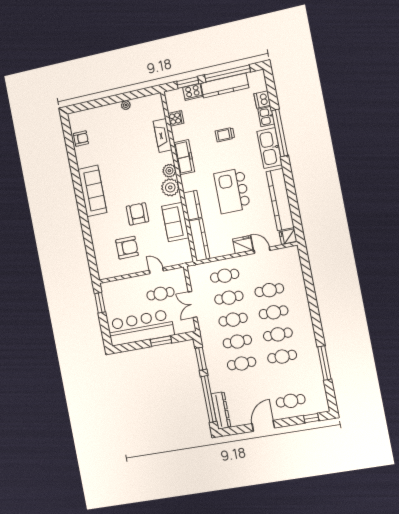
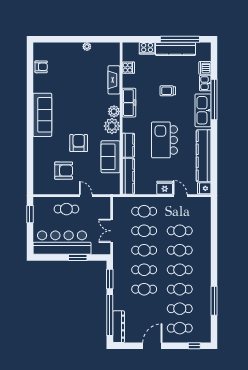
window: (188, 83) -> (144, 39), removed
cafe table: (161, 294) -> (66, 209), moved
cafe table: (286, 379) -> (180, 309), added

